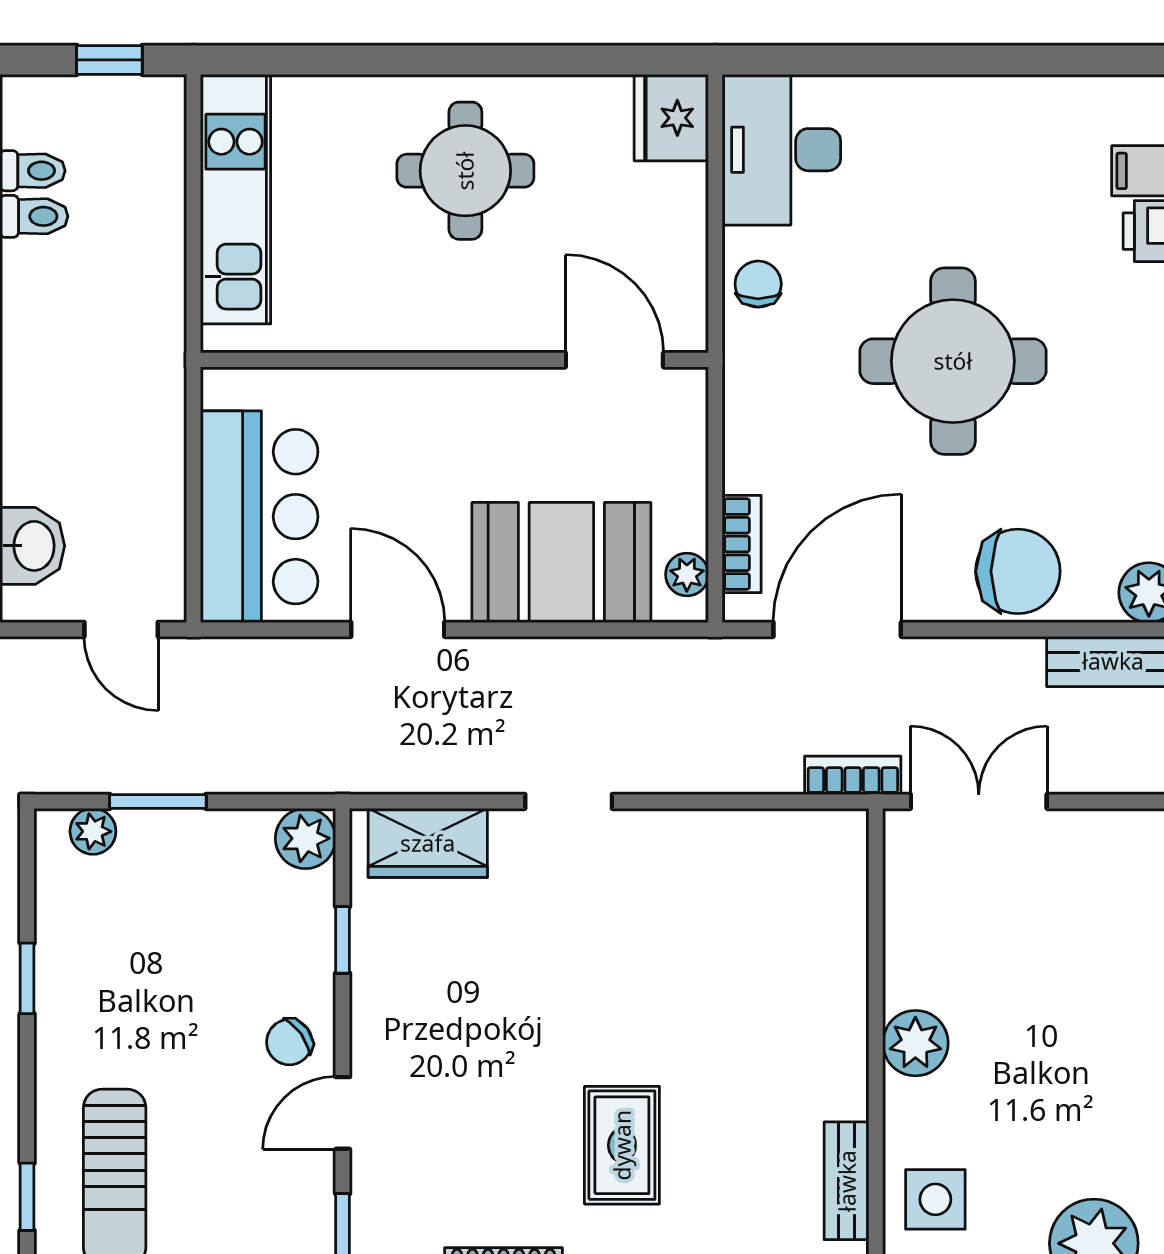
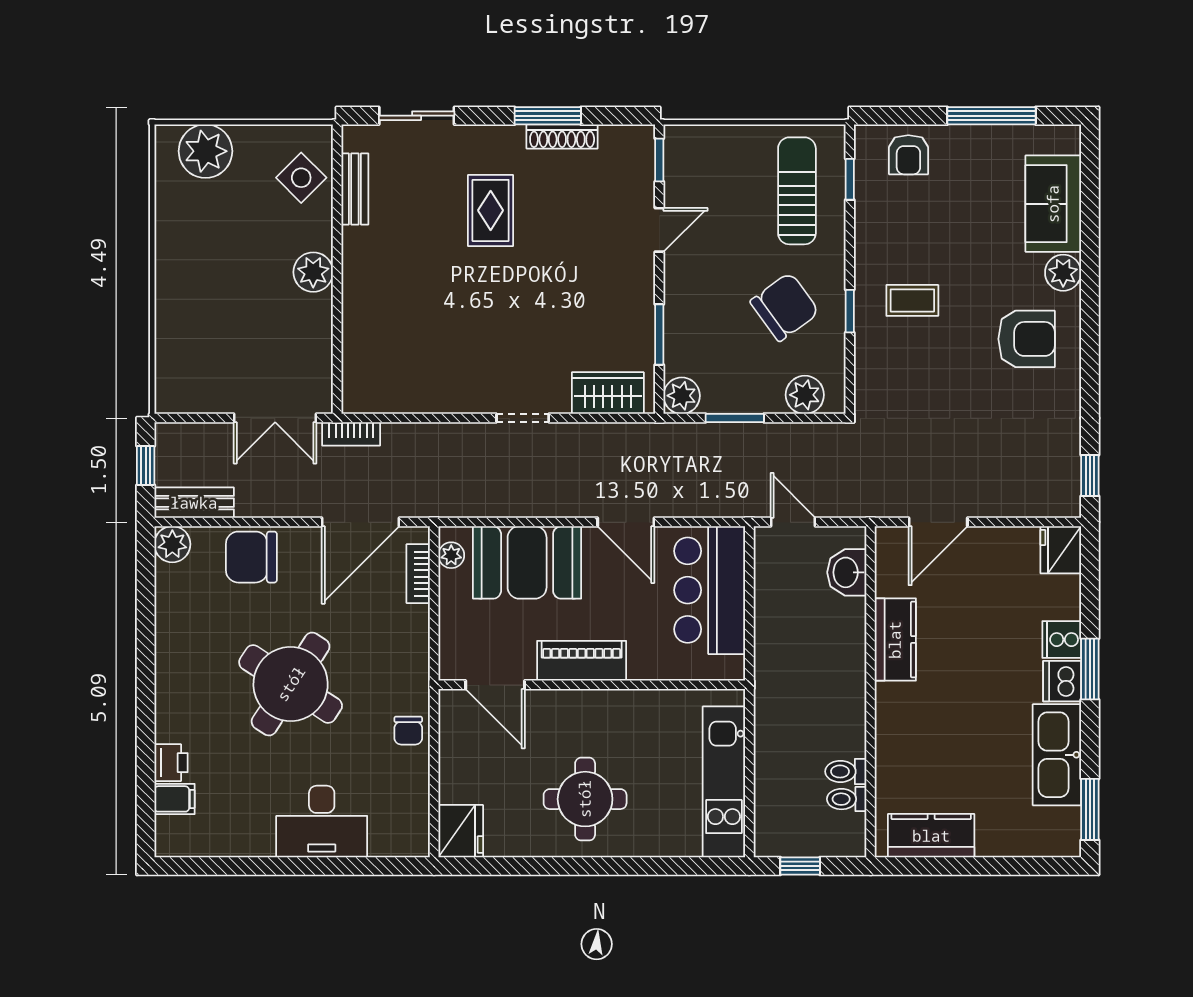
desk: (781, 150) -> (322, 822), moved, turned 90
round table: (953, 361) -> (291, 684), turned 33
piano: (471, 400) -> (582, 661), added
window: (158, 801) -> (735, 418), moved
plant: (93, 831) -> (805, 395), width x1.38, depth x1.38
window: (343, 940) -> (659, 335), width x1.50
chair: (289, 1042) -> (785, 307), moved, width x1.87, depth x1.87
side table: (935, 1199) -> (301, 178), turned 45

